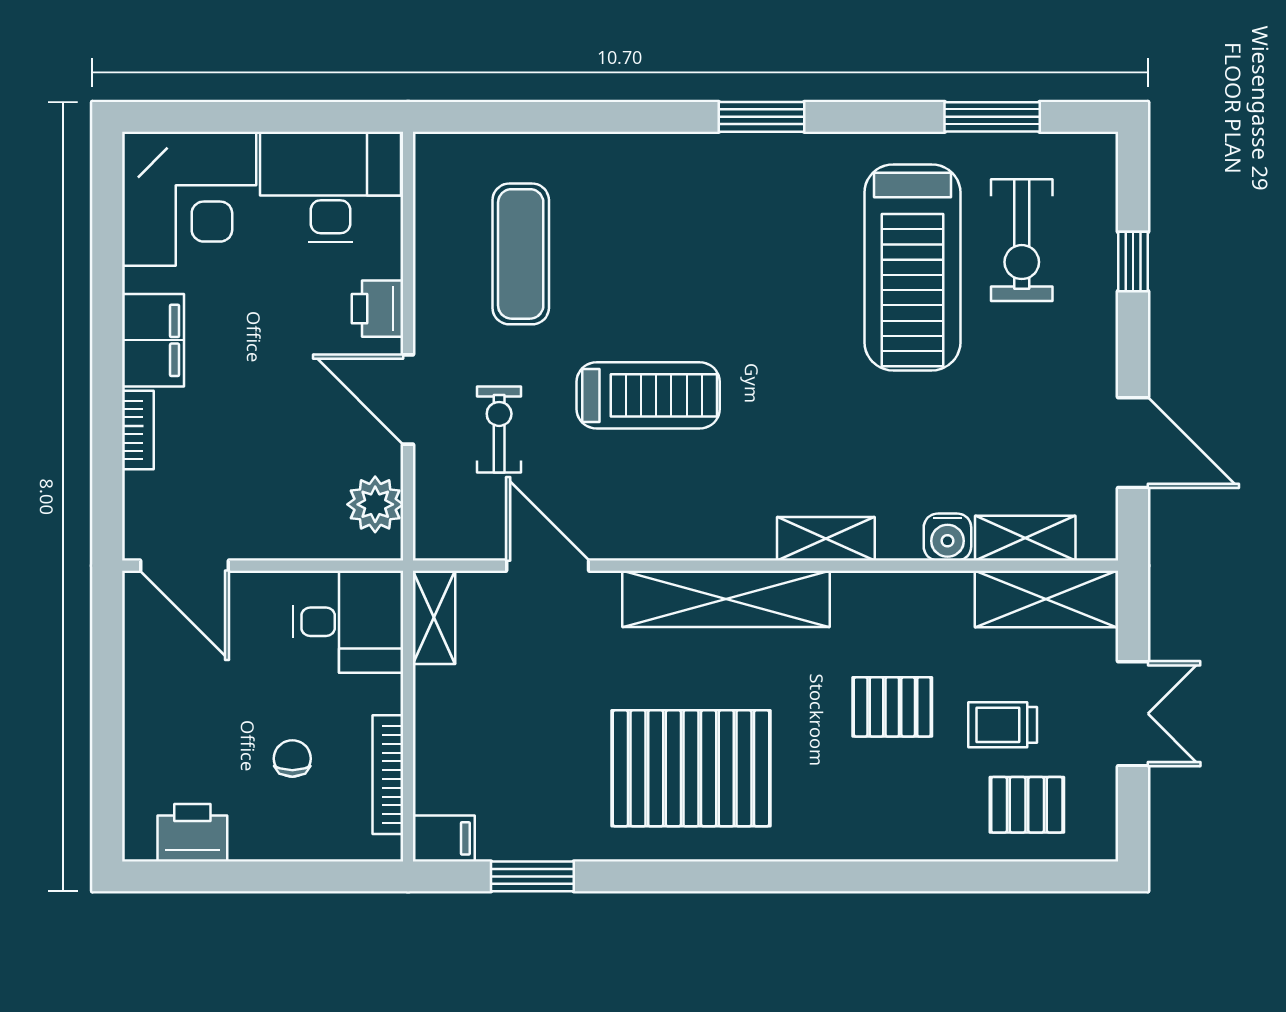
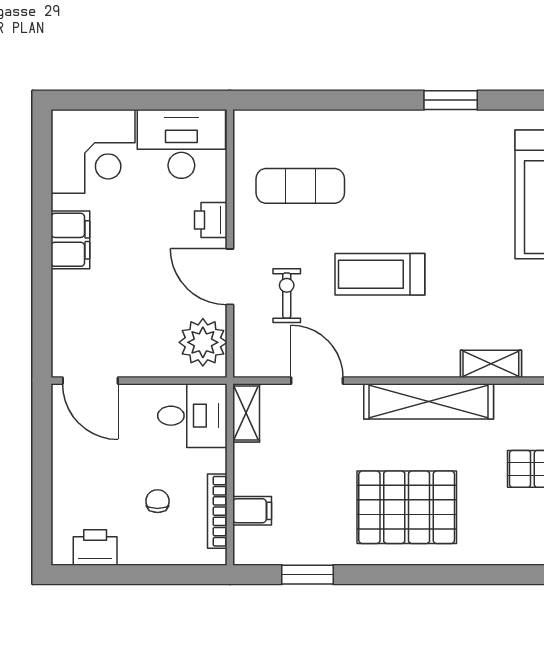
exercise mat: (521, 254) -> (300, 186), turned 90
treadmill: (648, 395) -> (380, 274), turned 180
bookcase: (138, 430) -> (61, 296), removed
plant: (375, 504) -> (203, 342), width x1.36, depth x1.36
filing cabinet: (444, 838) -> (252, 511), moved

